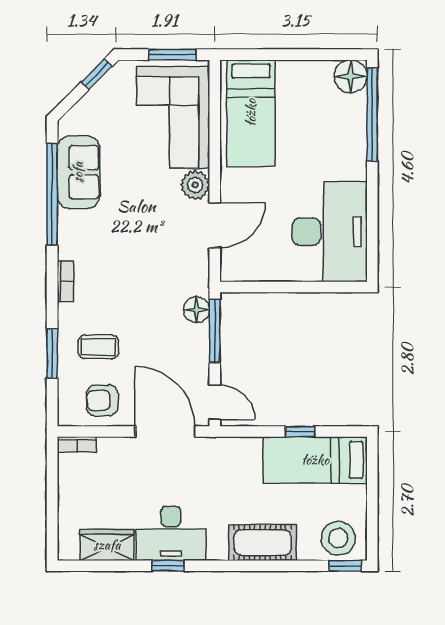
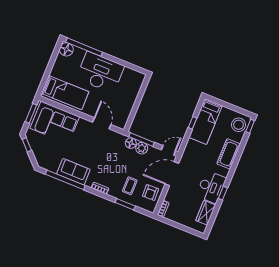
sofa: (78, 172) -> (73, 172), moved
plant: (195, 185) -> (142, 148), moved
desk: (330, 232) -> (100, 72), moved

